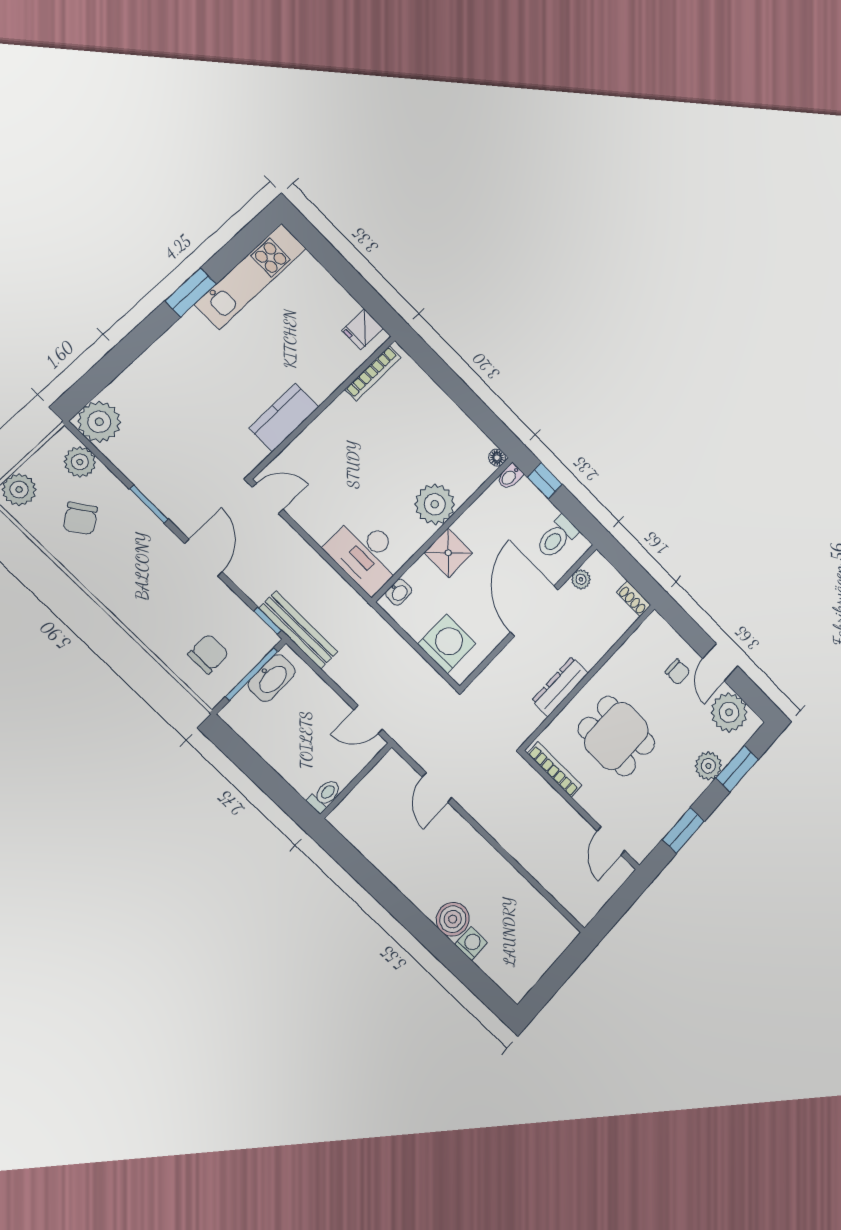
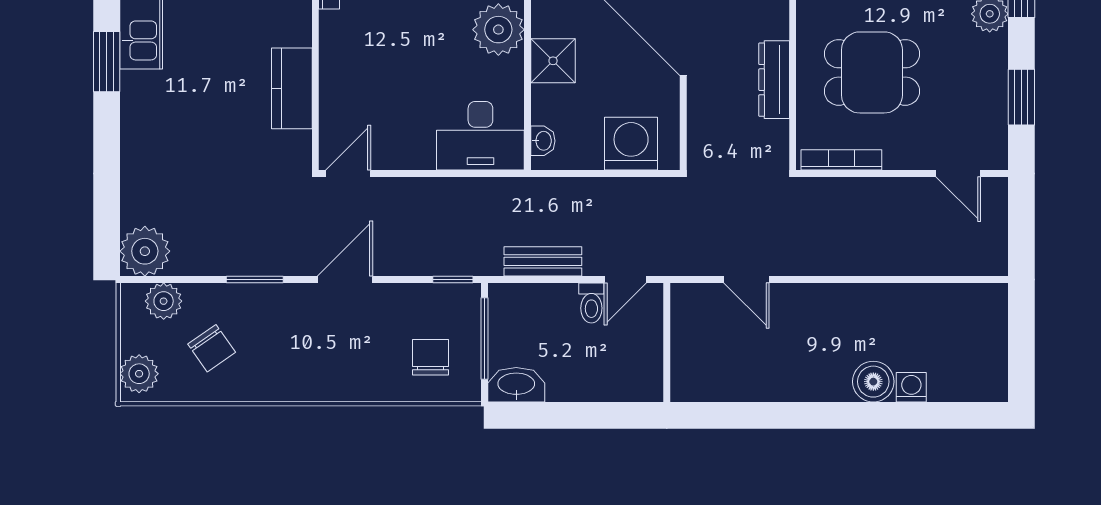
door: (203, 558) -> (345, 280), hinge flipped
bench: (298, 630) -> (543, 261), moved, width x0.73
washbasin: (272, 678) -> (516, 385), moved, turned -90
toilet: (325, 795) -> (591, 303), moved, turned 180

